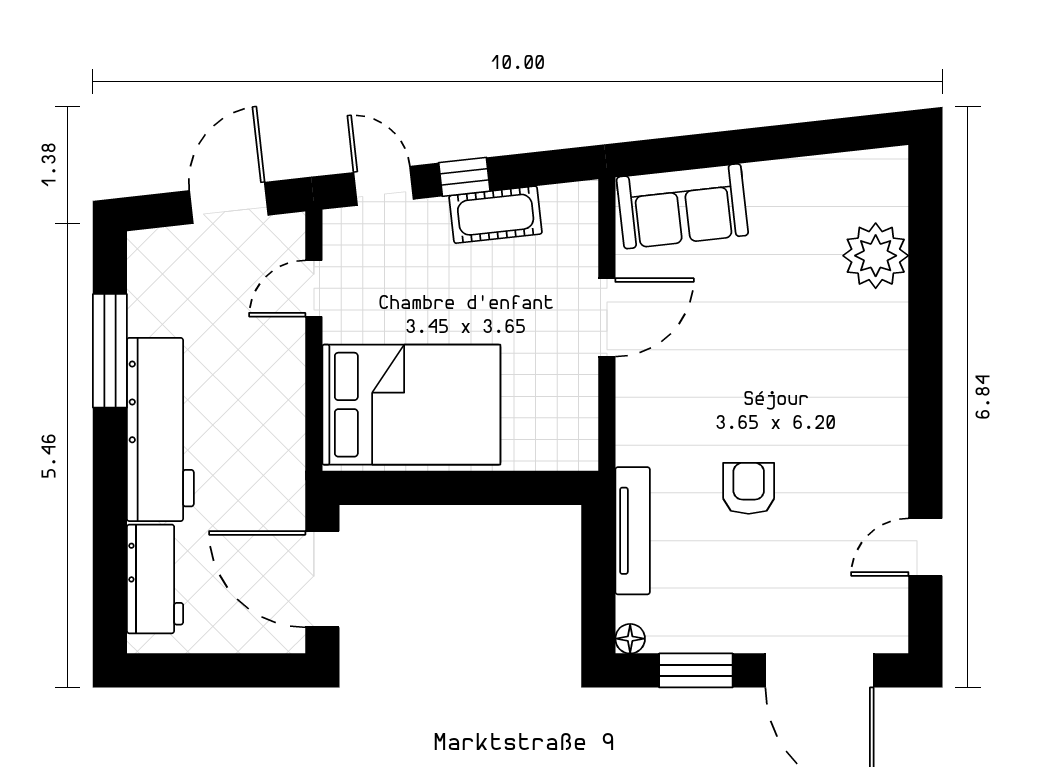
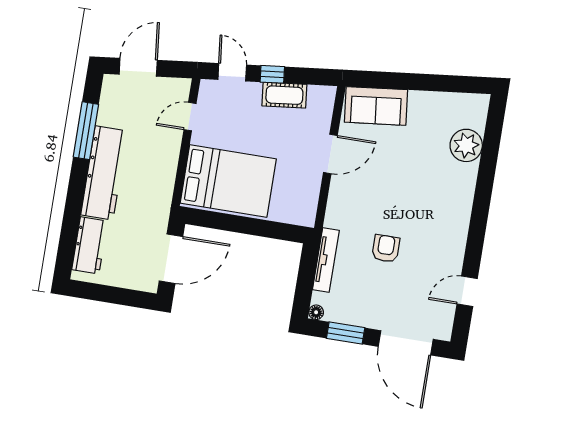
door: (229, 203) -> (138, 67), moved
door: (322, 579) -> (171, 259), swing flipped

